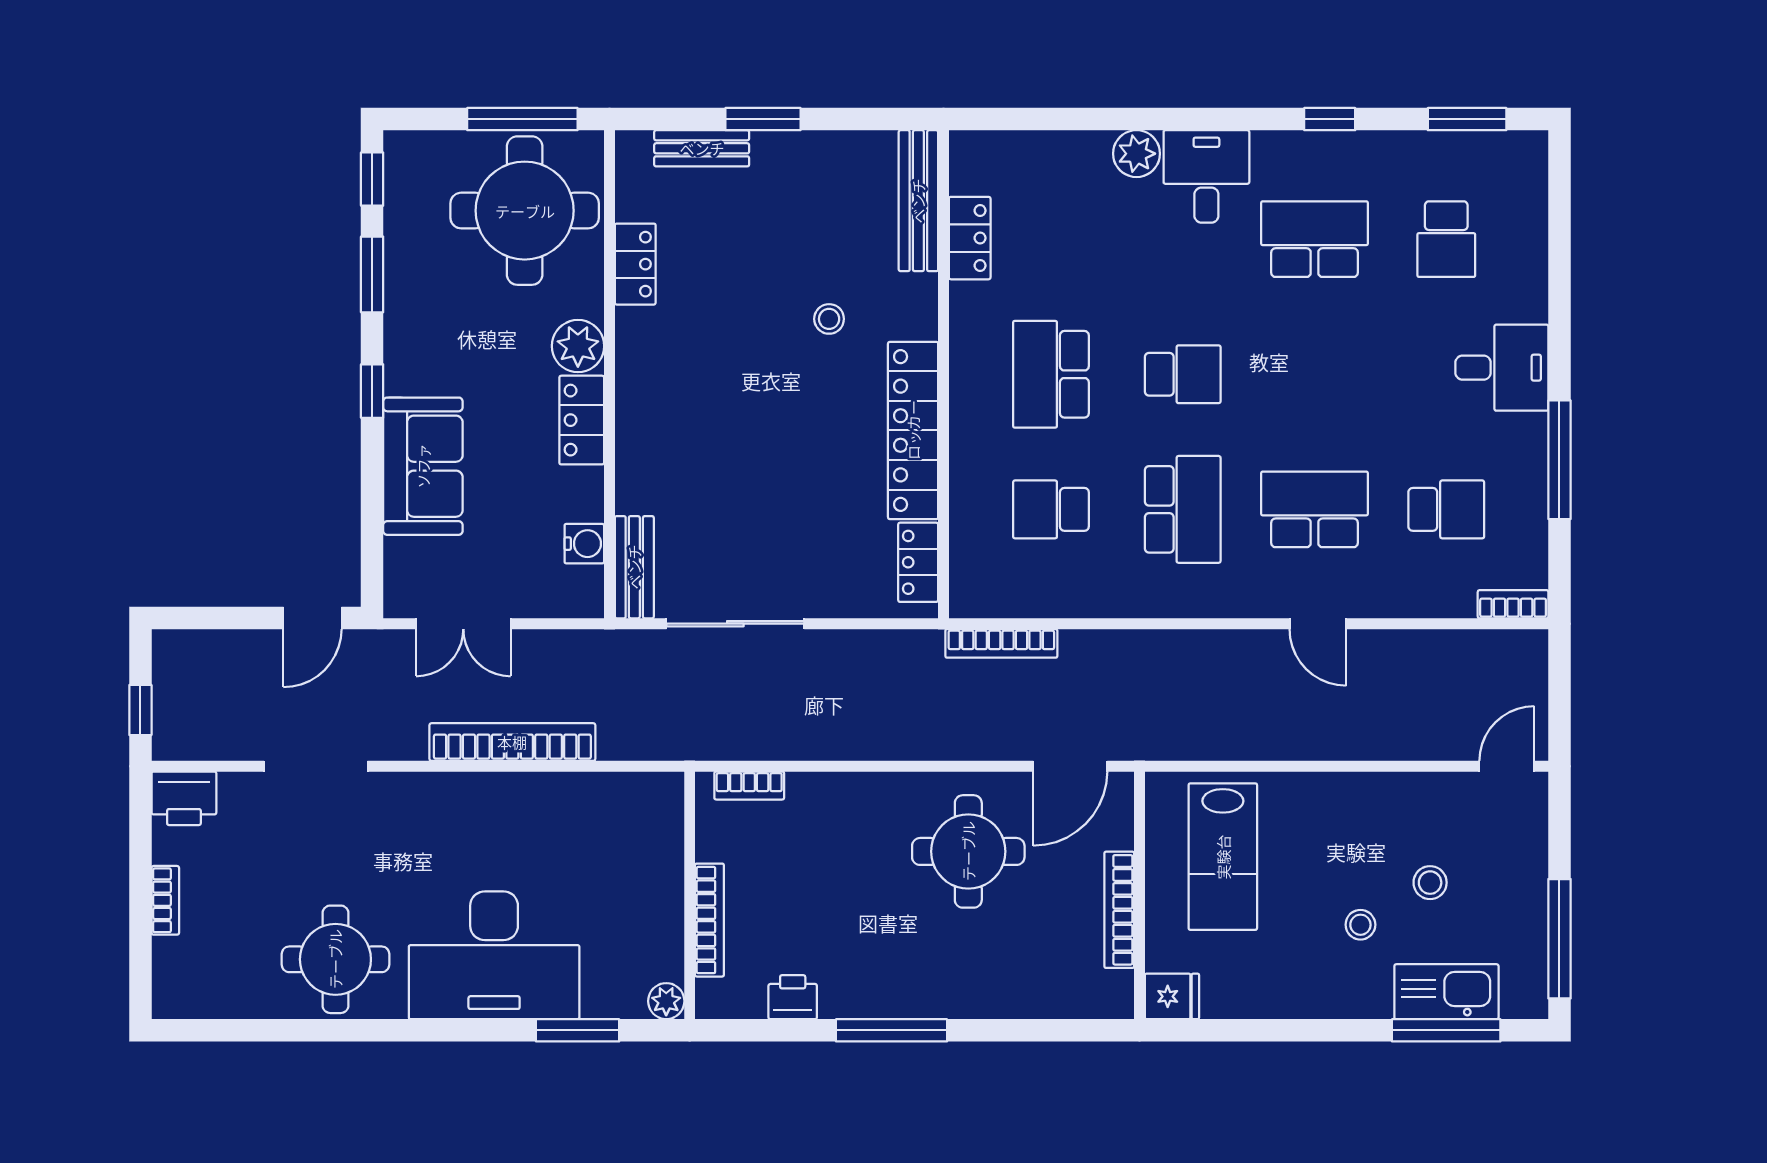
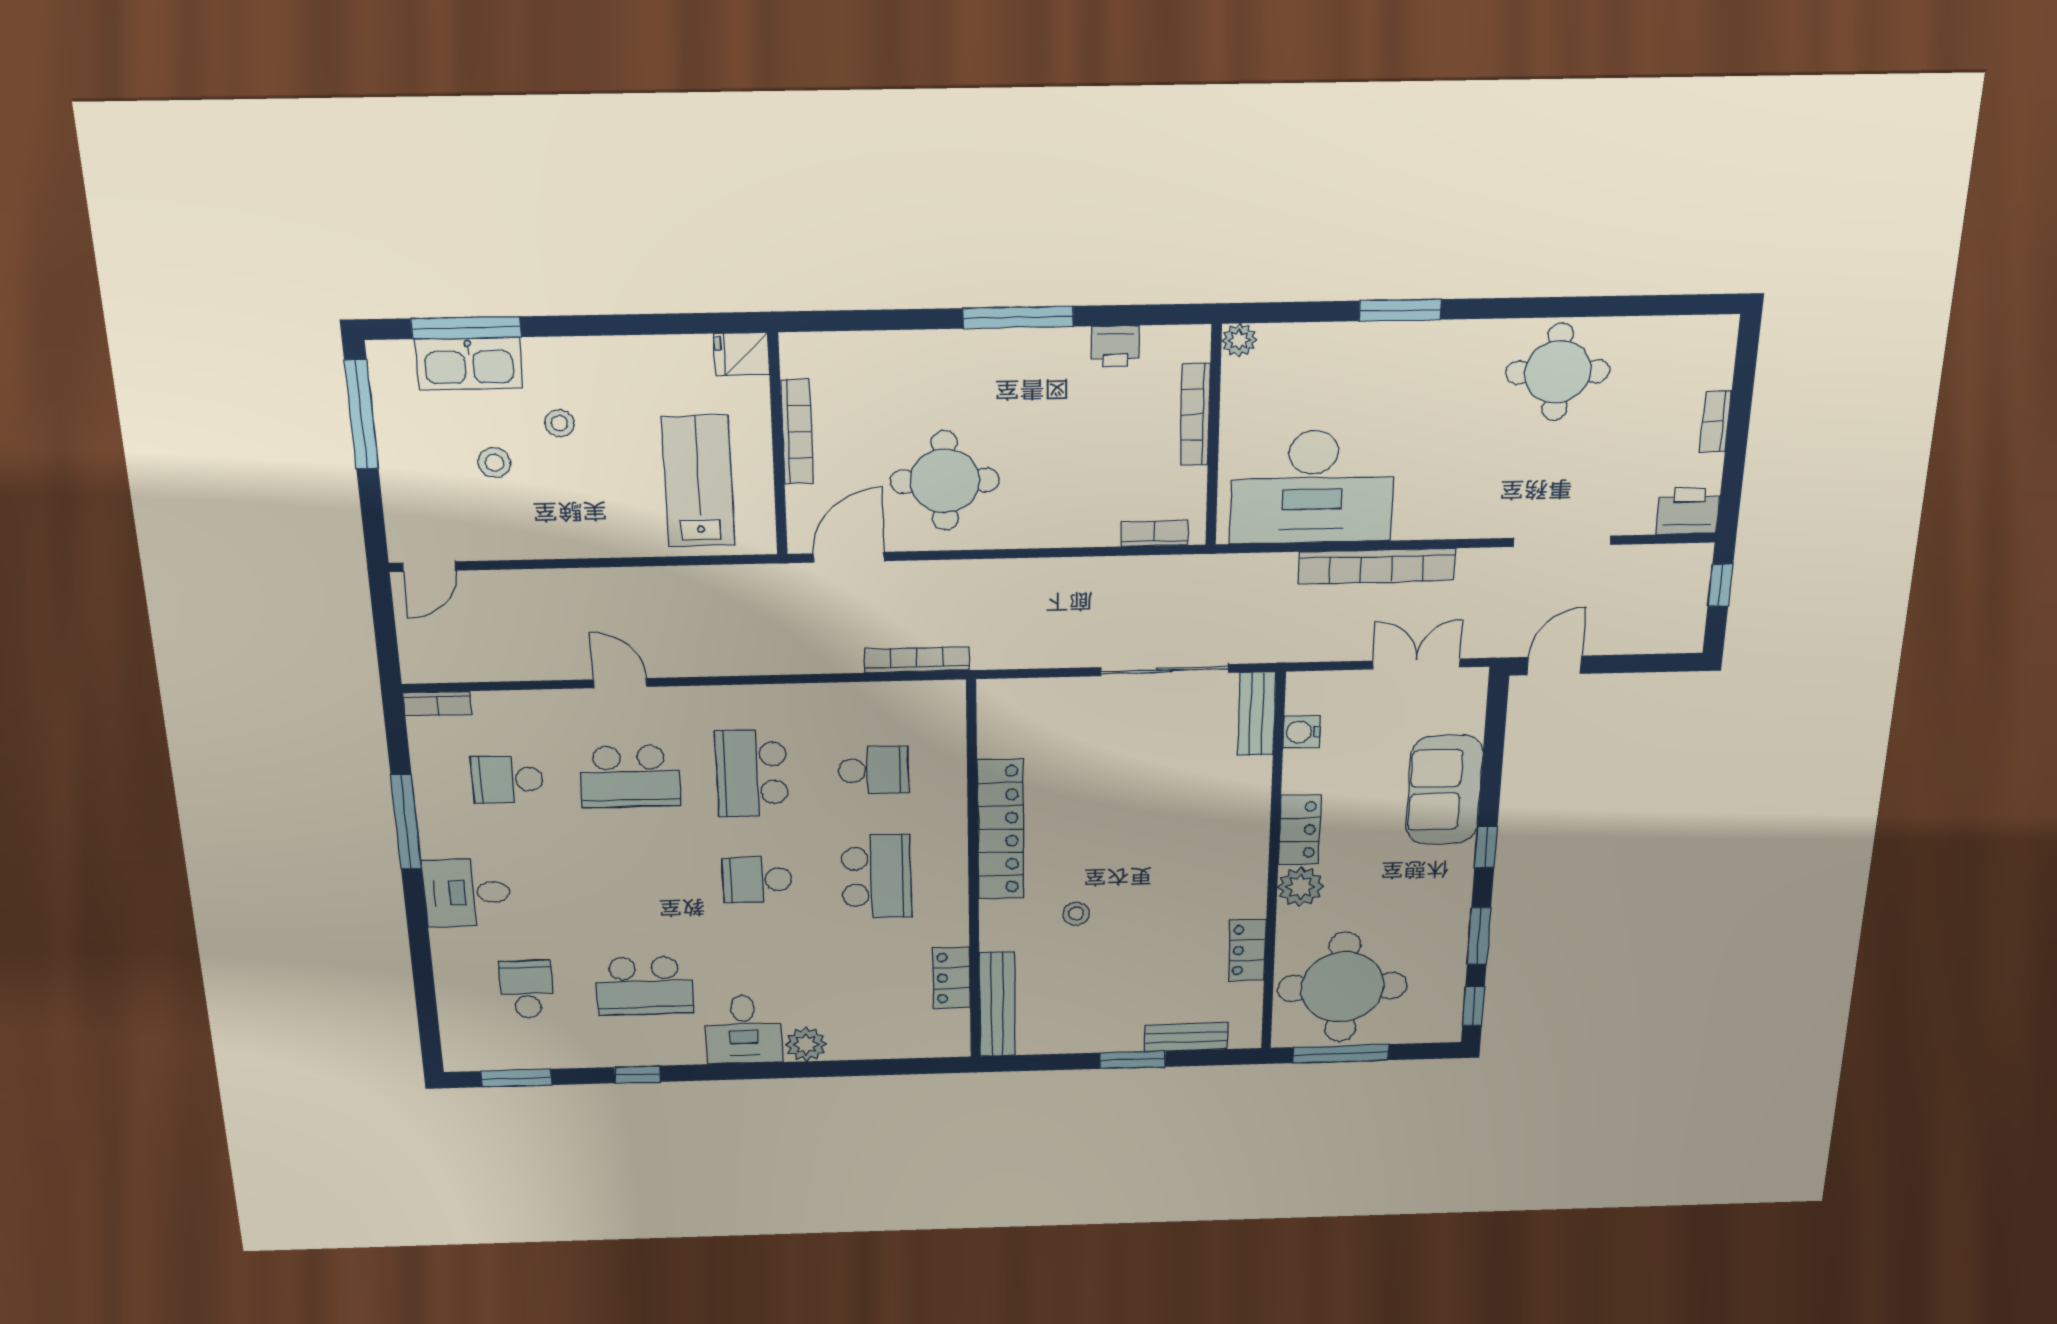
locker: (918, 562) -> (995, 724), removed
desk: (494, 955) -> (1312, 487), moved, turned 180
window: (578, 1030) -> (1400, 310), moved

